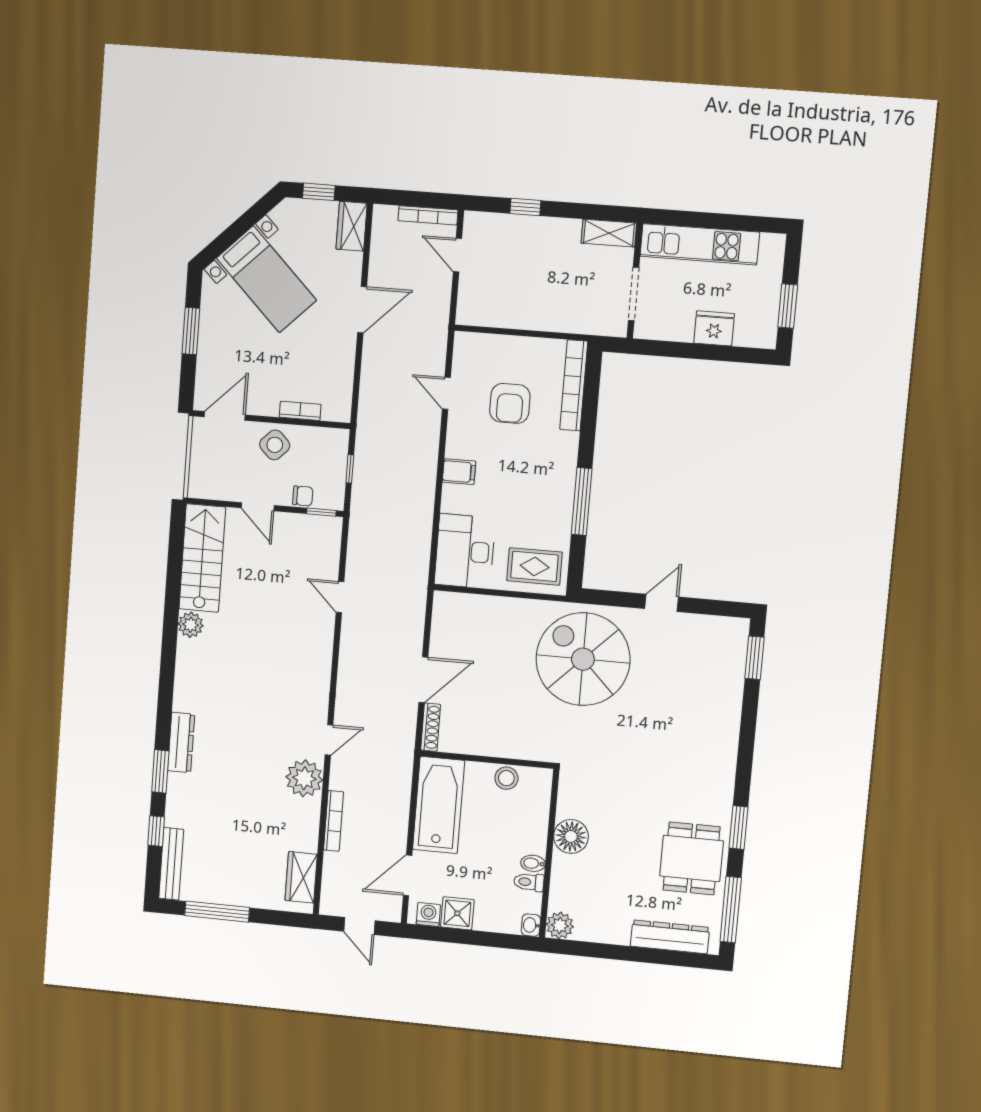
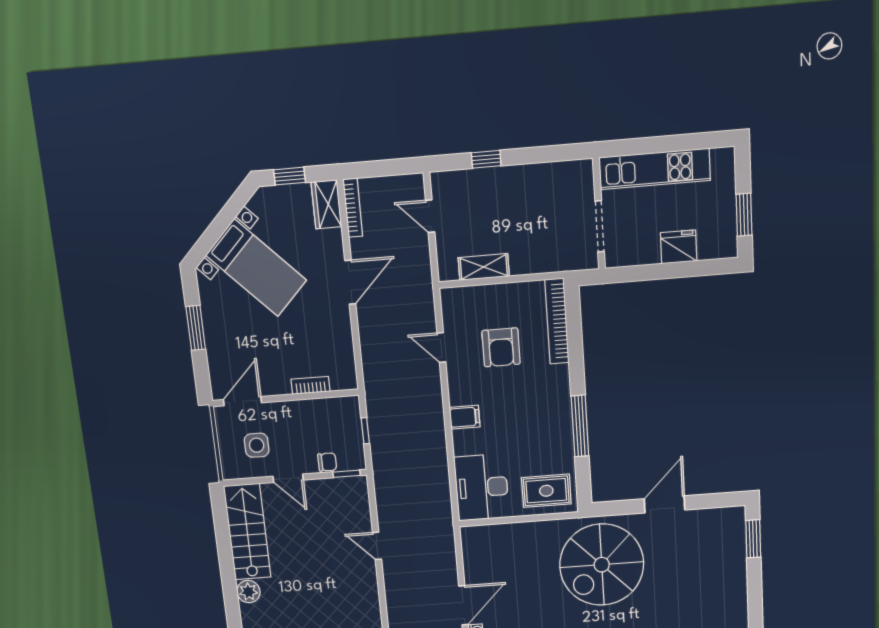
bookcase: (428, 215) -> (353, 208), moved, turned -90
shelving: (609, 233) -> (484, 267), moved
side table: (275, 445) -> (257, 445), moved, turned 45
door: (662, 603) -> (665, 504), width x1.38
spiral stairs: (583, 659) -> (602, 565), turned -90

